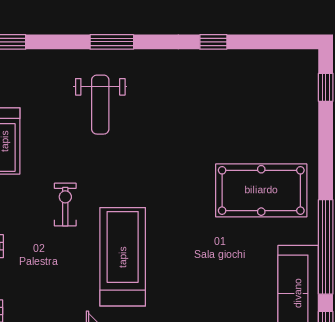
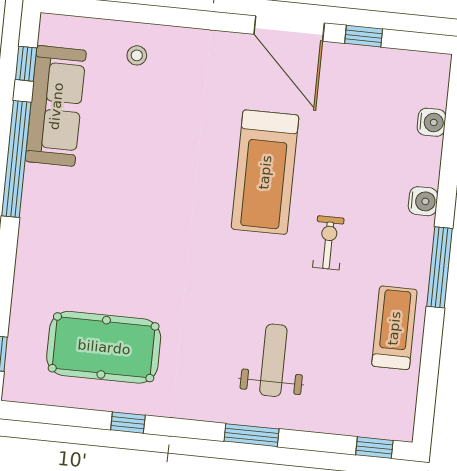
pool table: (261, 190) -> (104, 347), moved
exercise bike: (65, 205) -> (328, 243), turned 180

